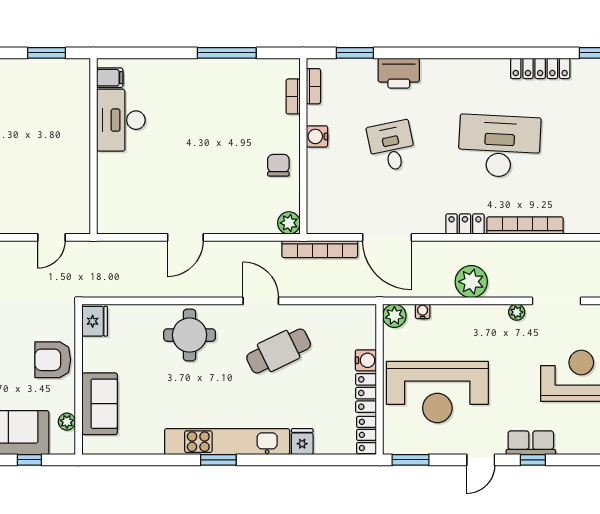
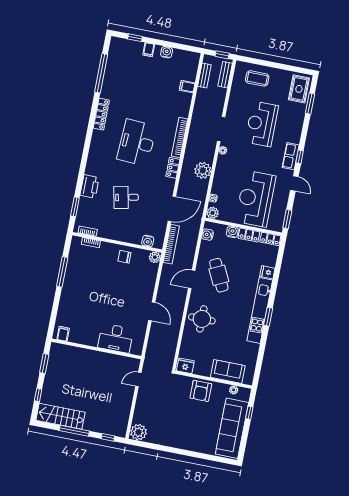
desk: (121, 120) -> (116, 338), moved
water cooler: (317, 136) -> (148, 241), moved
door: (51, 237) -> (138, 379), swing flipped
water cooler: (351, 314) -> (208, 235), added
reception desk: (437, 392) -> (256, 199), turned 180

